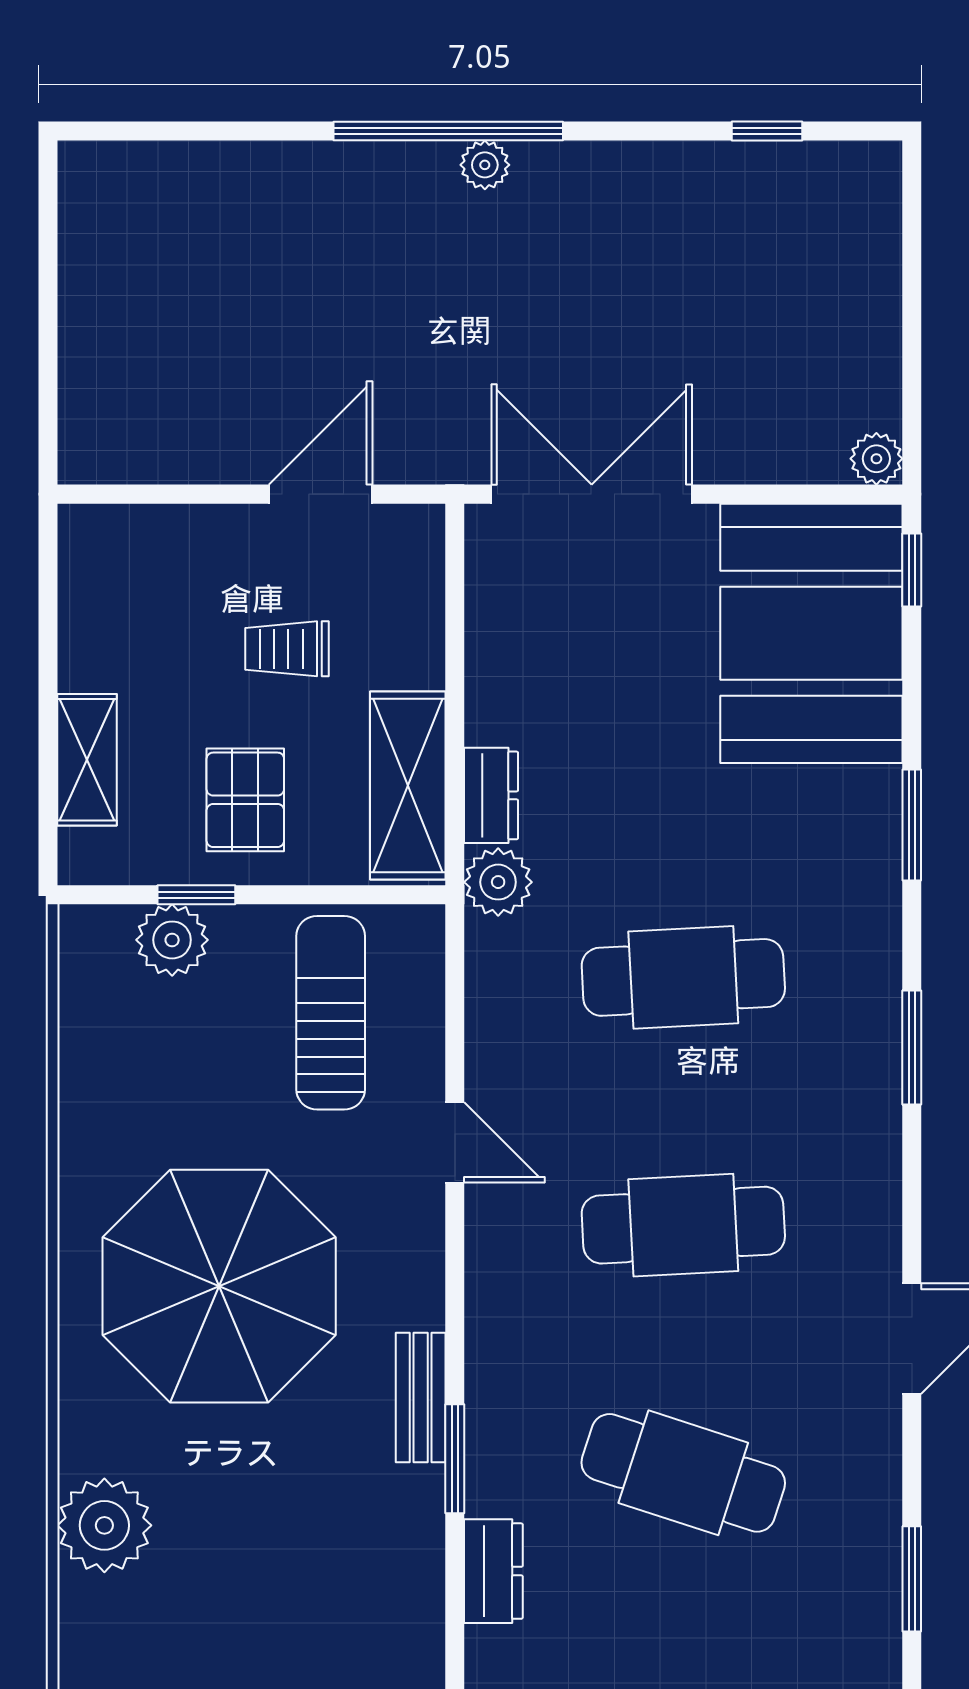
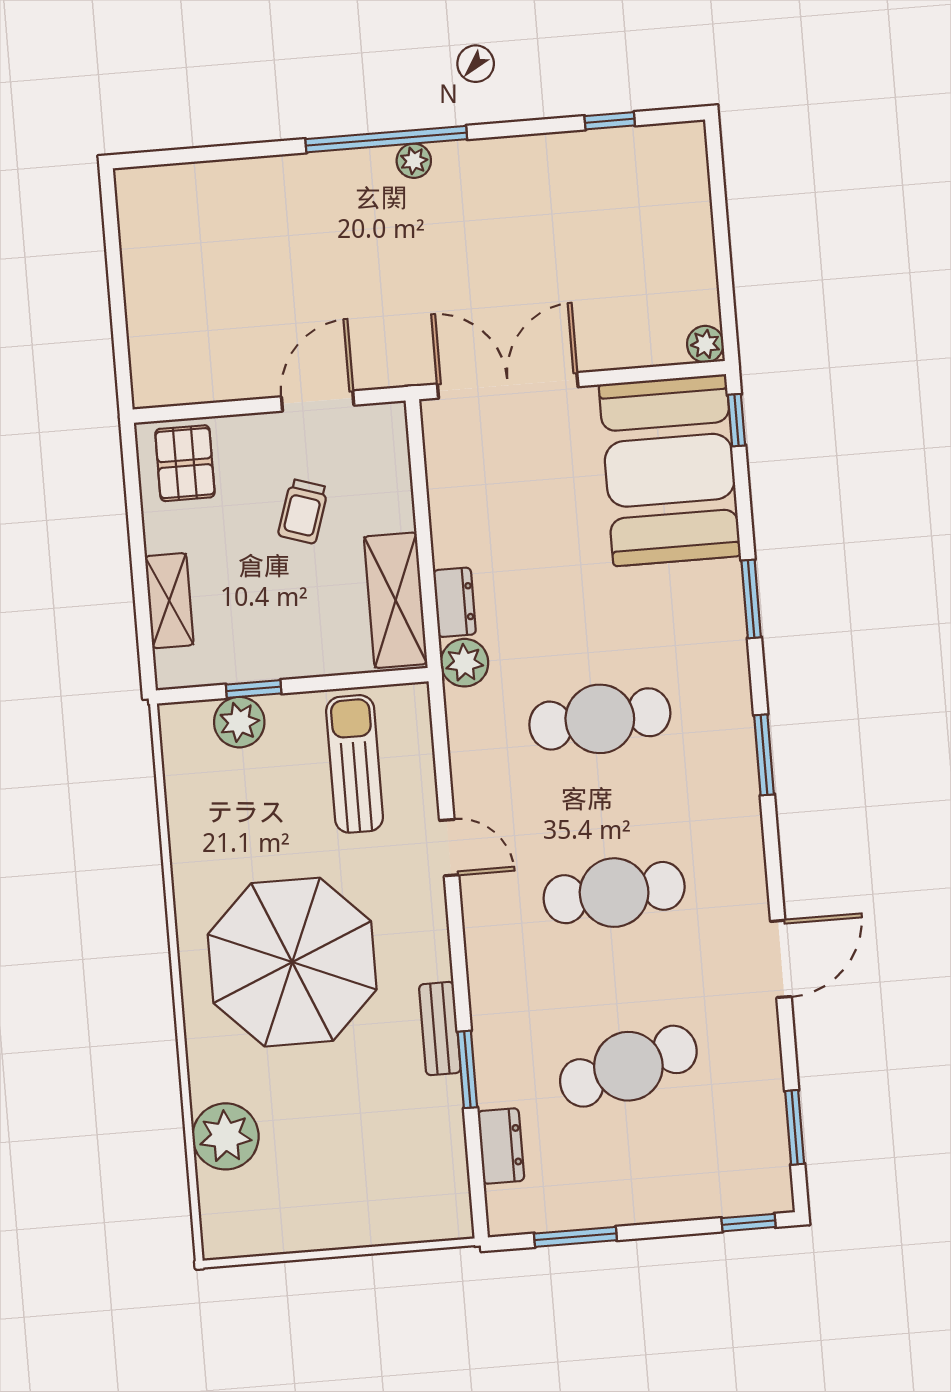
trolley: (287, 649) -> (303, 511), turned -72
pallet: (245, 800) -> (185, 463), moved
cafe table: (683, 1473) -> (628, 1066), turned -33

